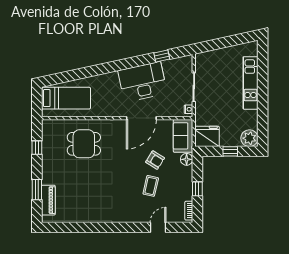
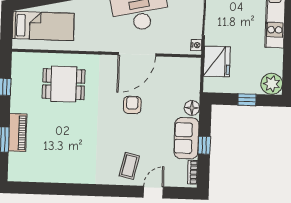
sofa: (183, 136) -> (186, 138), moved
fridge: (207, 136) -> (217, 61), moved, turned 90
armchair: (155, 160) -> (132, 105), moved, turned -122
coffee table: (151, 186) -> (129, 166), moved
piano: (48, 200) -> (18, 133), moved

